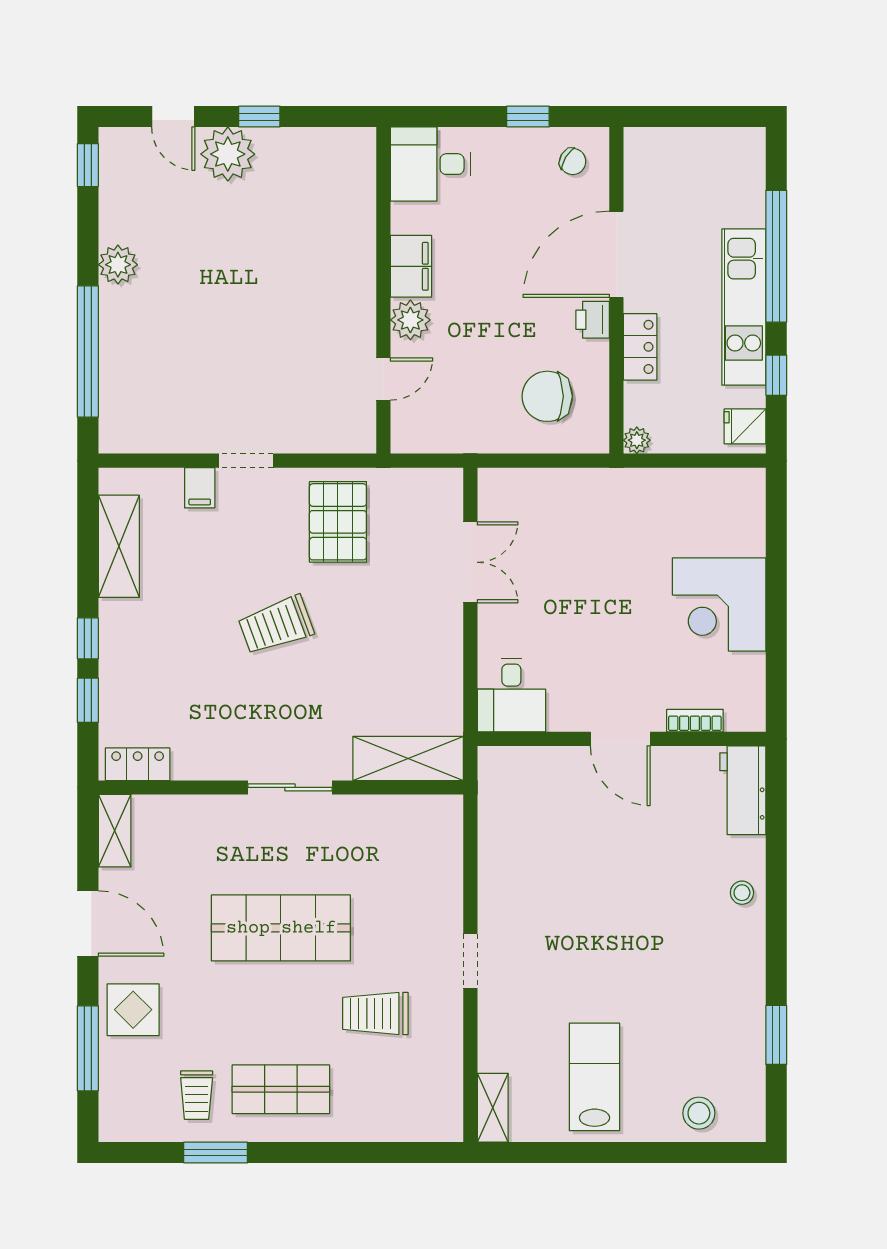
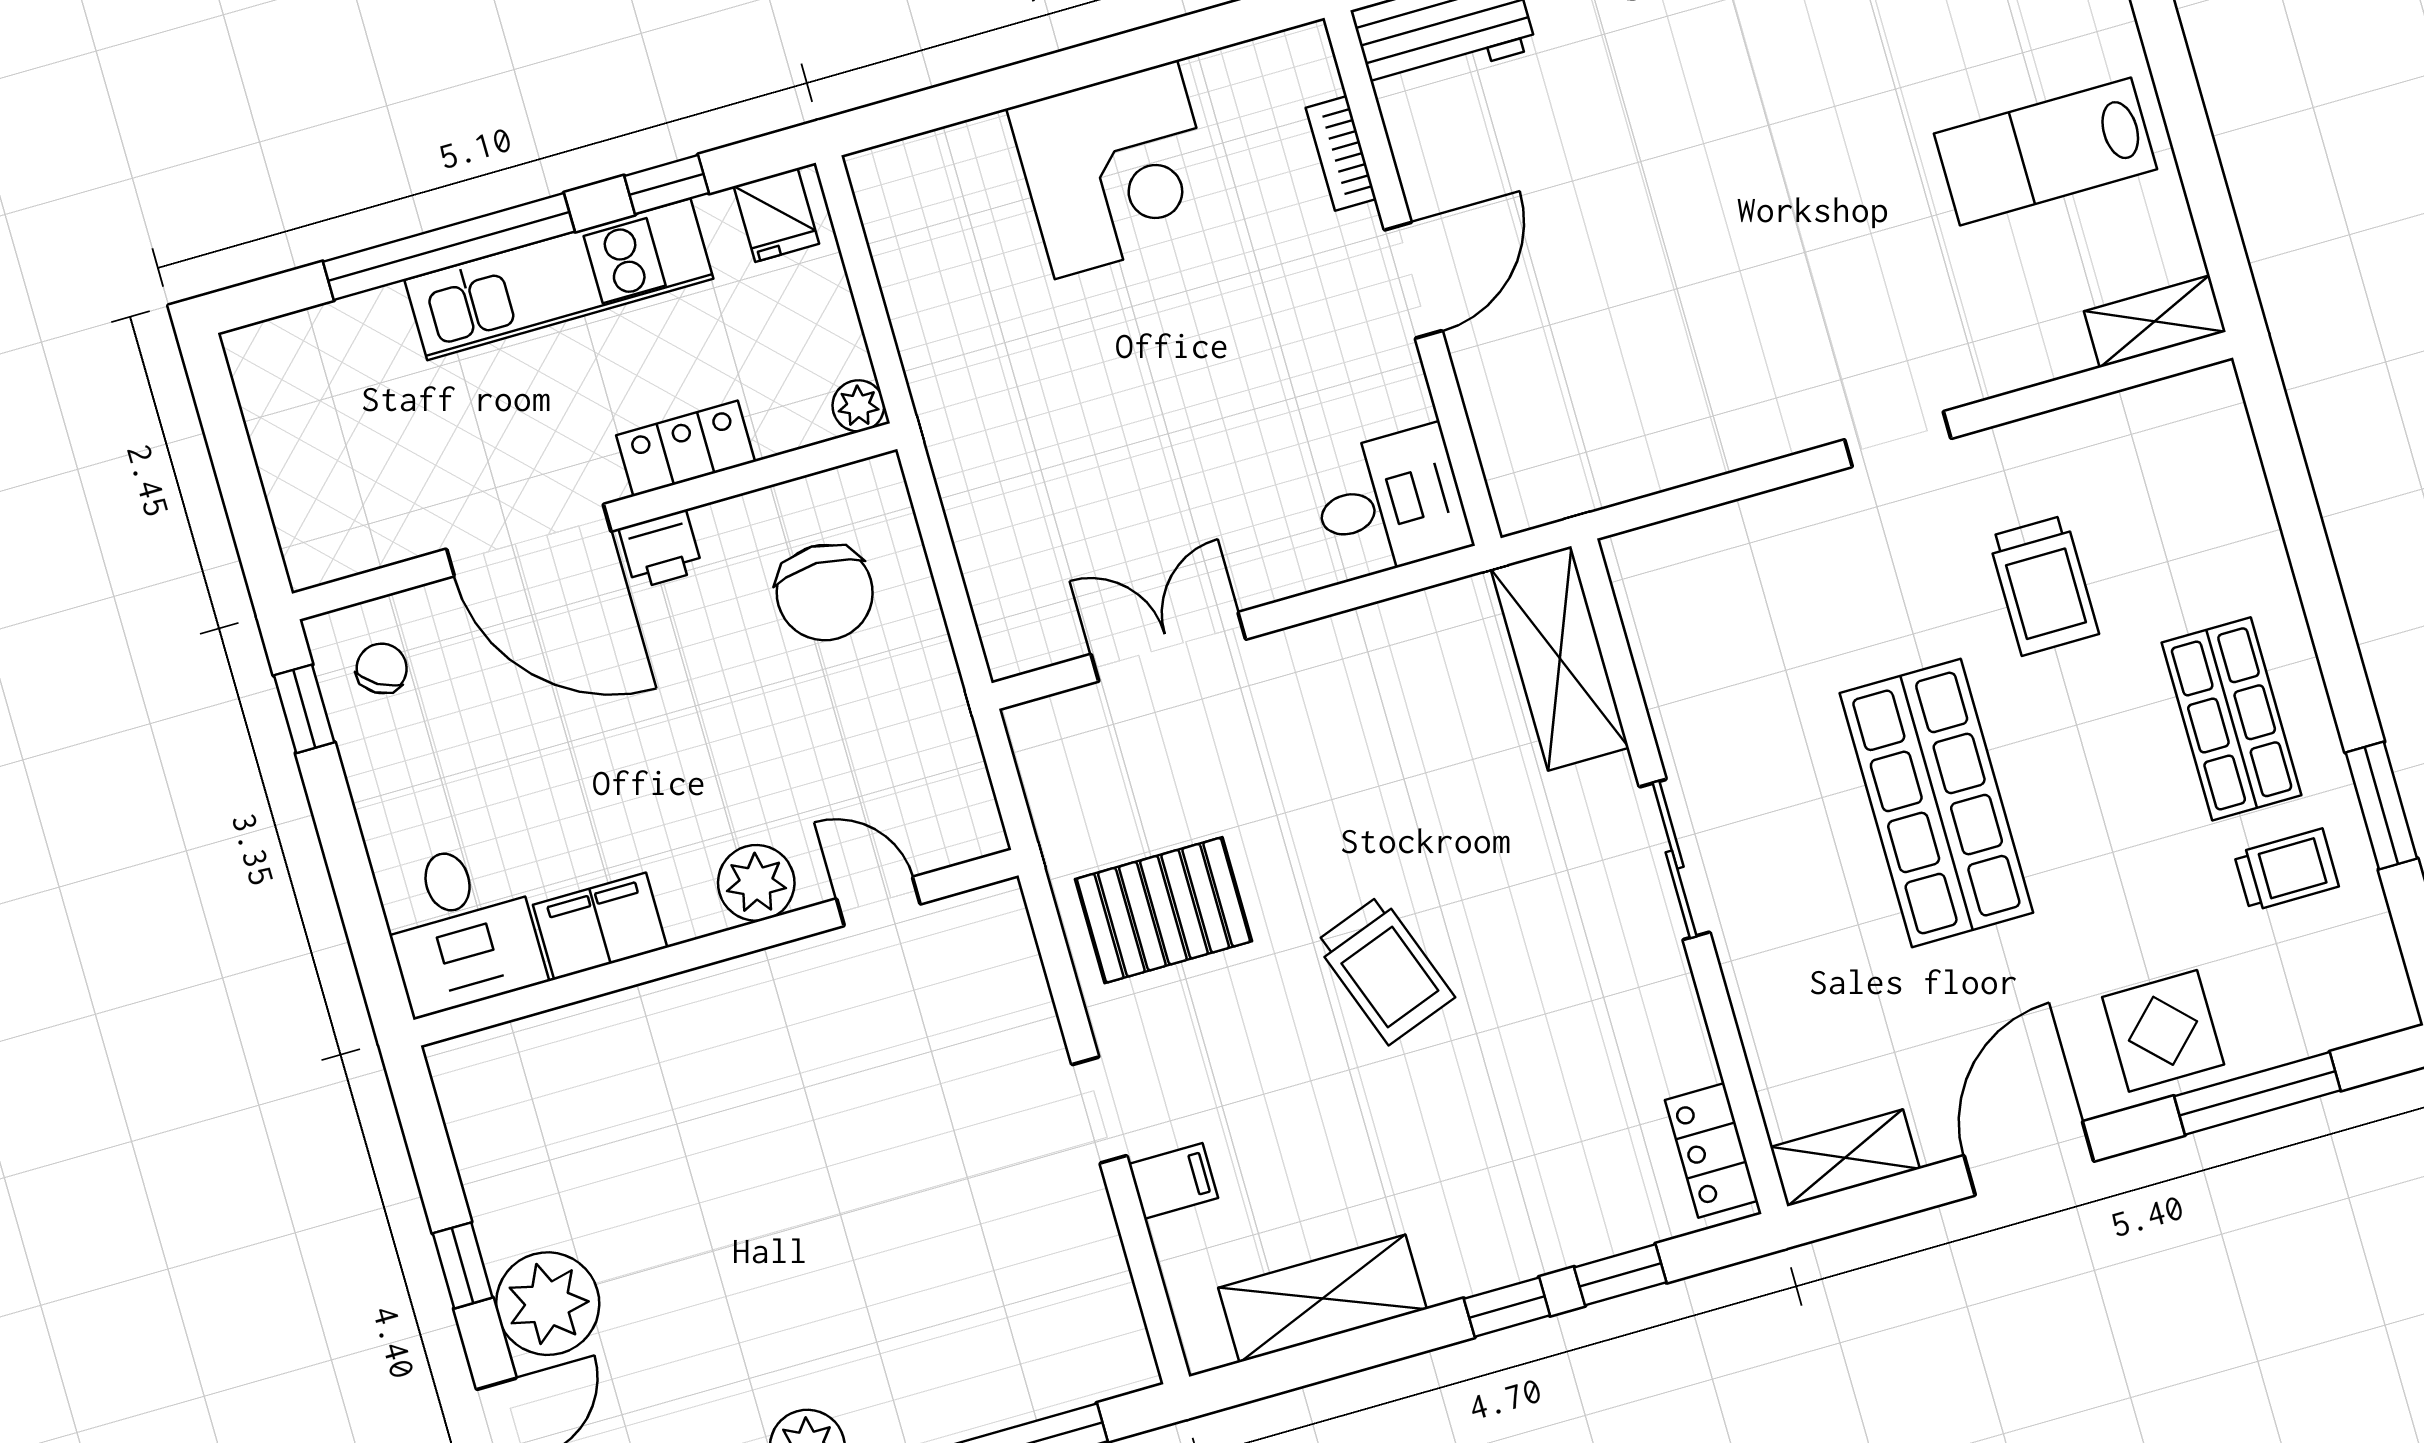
window: (528, 117) -> (304, 709), moved
filing cabinet: (411, 266) -> (600, 926), moved

